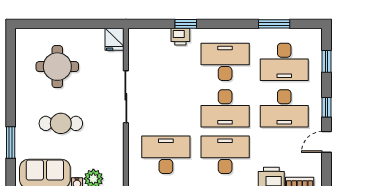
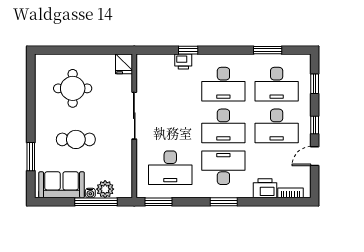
desk: (225, 62) -> (223, 84), turned 180
desk: (166, 155) -> (170, 168), turned 180

